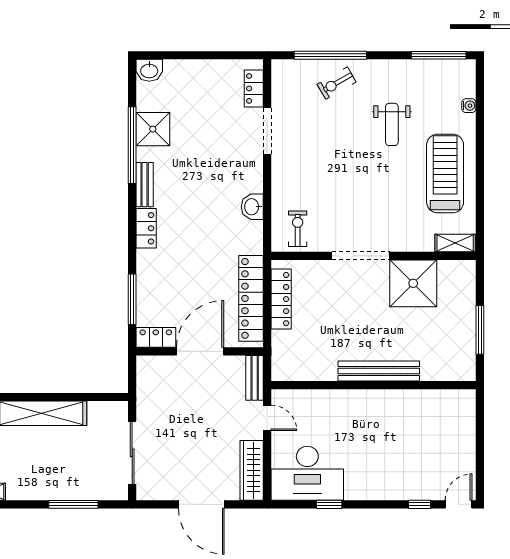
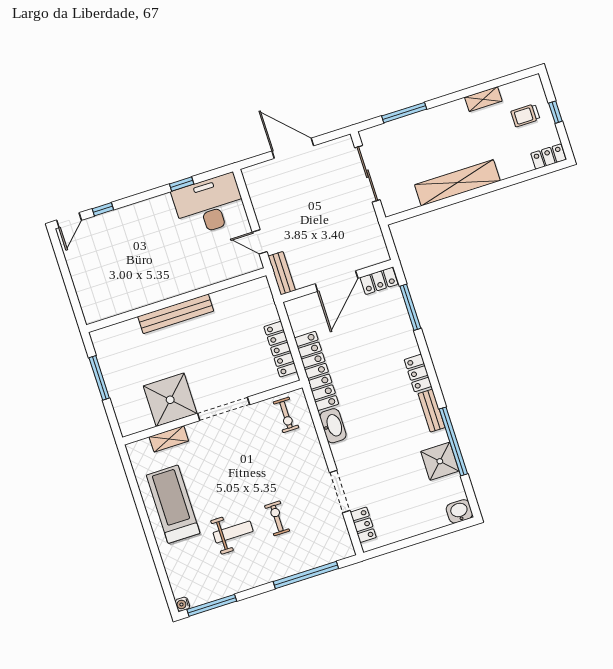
exercise bike: (337, 83) -> (277, 518), moved, turned -60
water cooler: (469, 106) -> (182, 604), moved
weight bench: (392, 124) -> (233, 532), turned 90
treadmill: (445, 174) -> (173, 504), turned 180
washbasin: (252, 207) -> (333, 426), width x1.38
shelving: (455, 243) -> (169, 439), moved
locker: (251, 298) -> (317, 371), moved
wardrobe: (252, 470) -> (258, 192), removed

